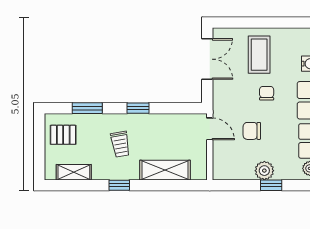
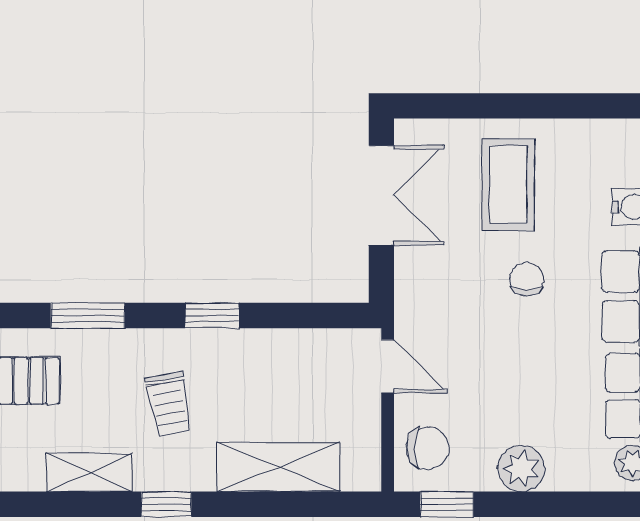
chair: (252, 131) -> (428, 448), moved, turned 180
shelving: (74, 172) -> (90, 473), moved
window: (271, 185) -> (447, 504), moved

